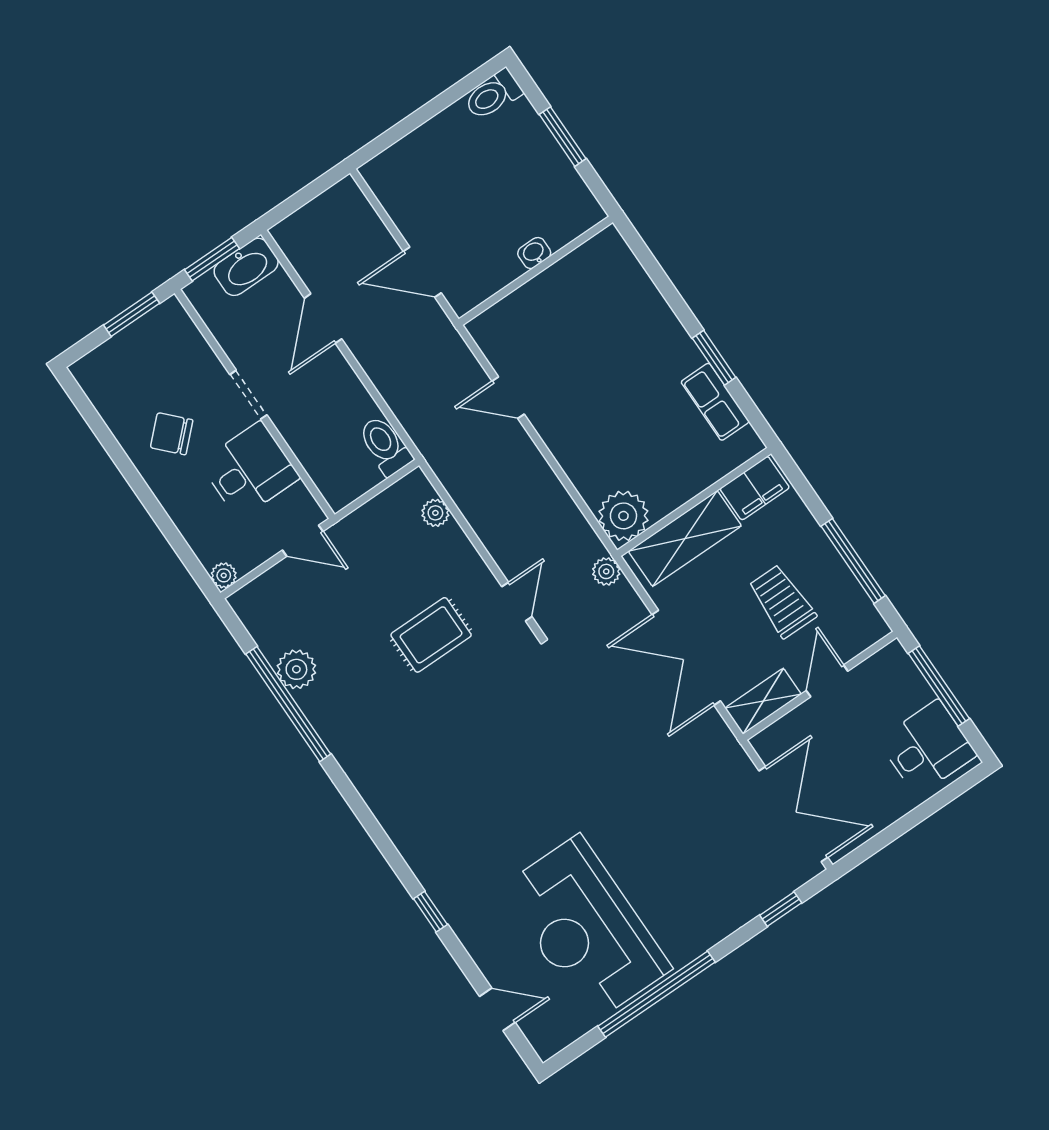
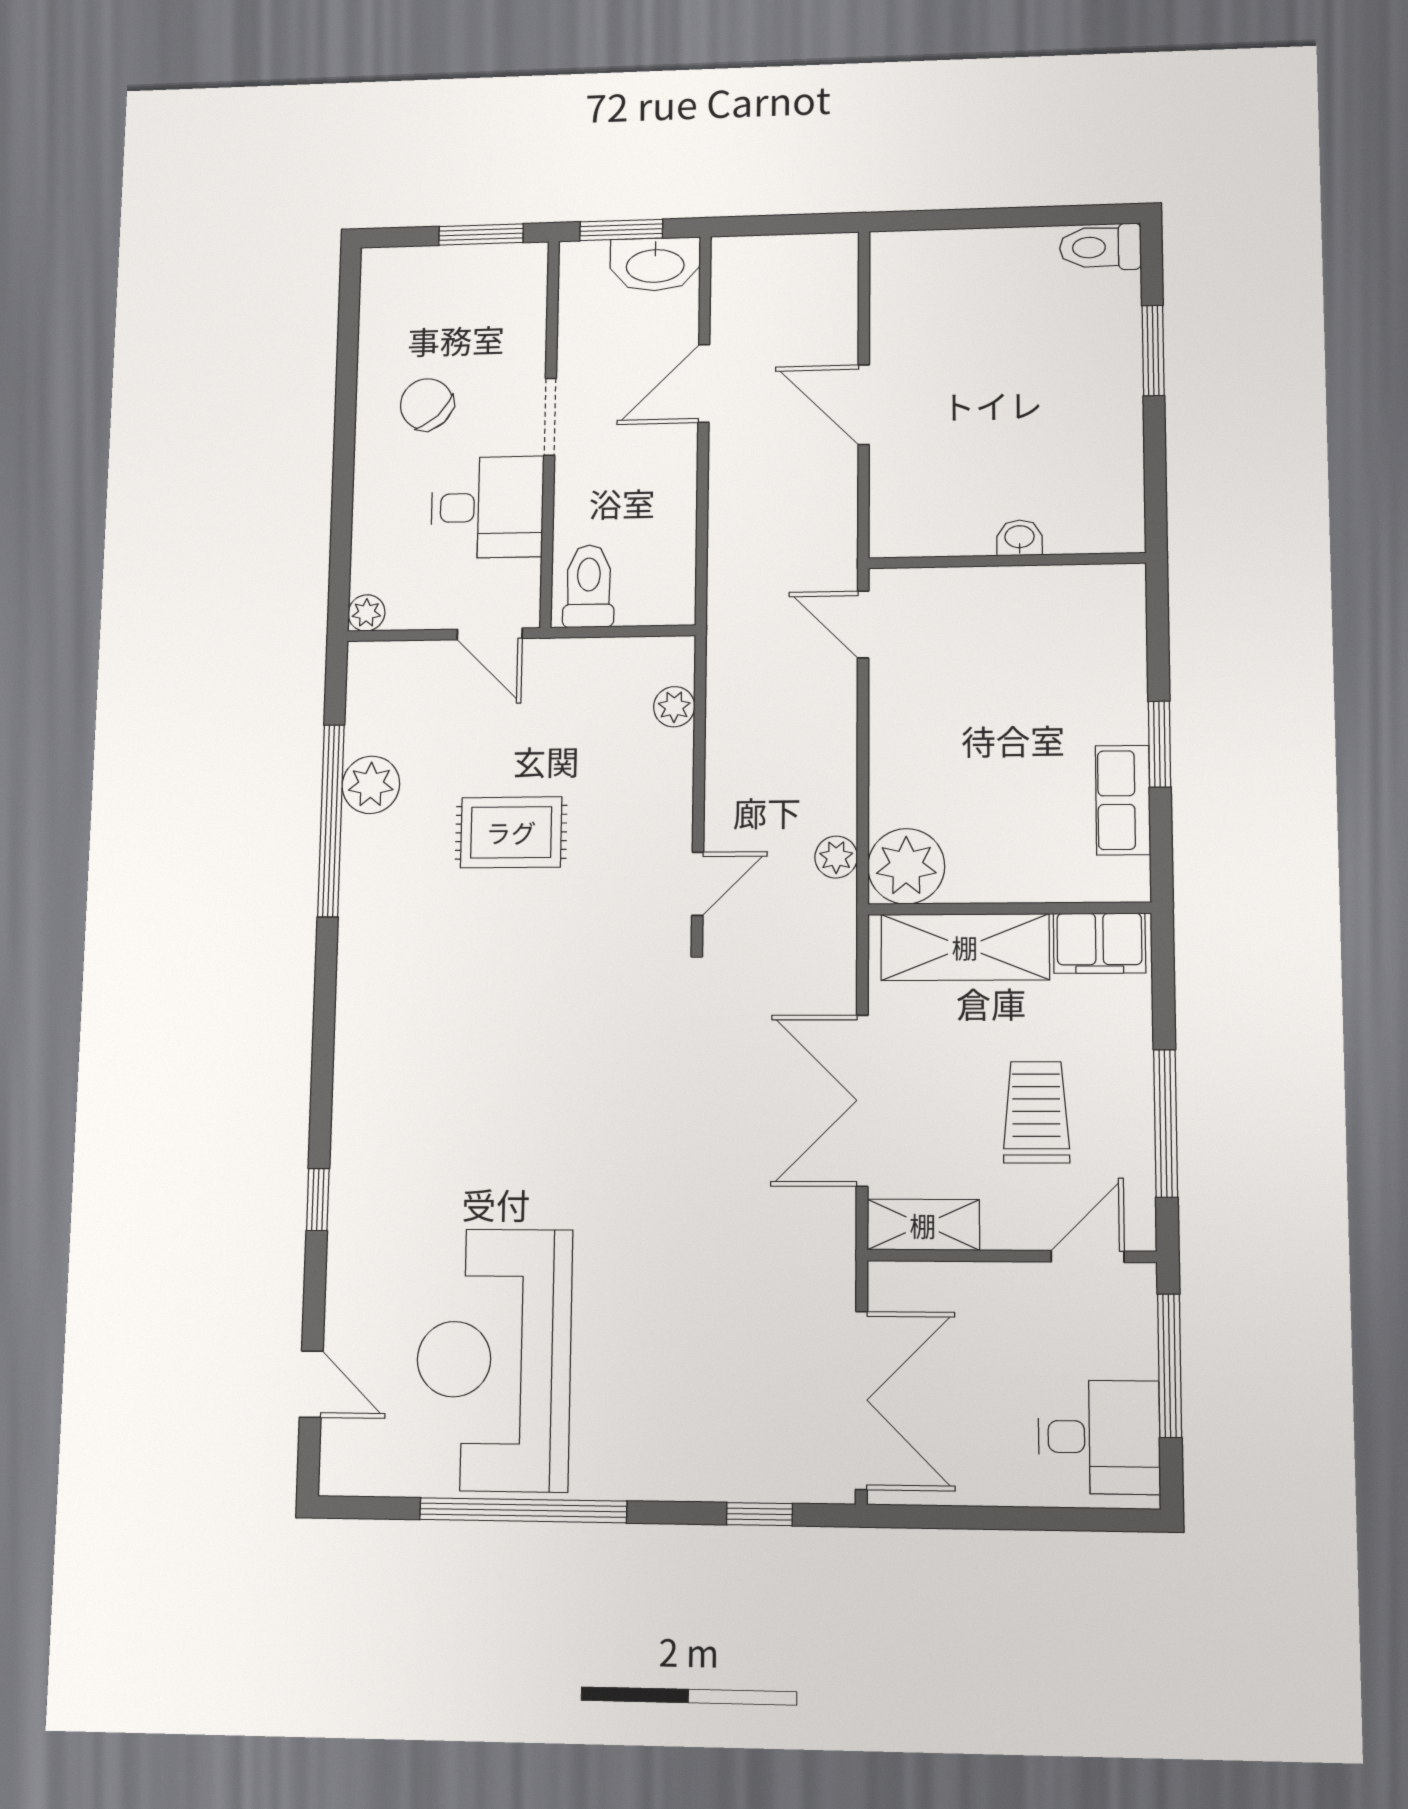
washbasin: (534, 253) -> (1020, 538), moved
wall: (536, 271) -> (1006, 561), moved
toilet: (385, 446) -> (589, 586), moved
plant: (606, 571) -> (836, 857), moved
rug: (431, 635) -> (511, 832), moved
door: (827, 681) -> (1088, 1257), moved

